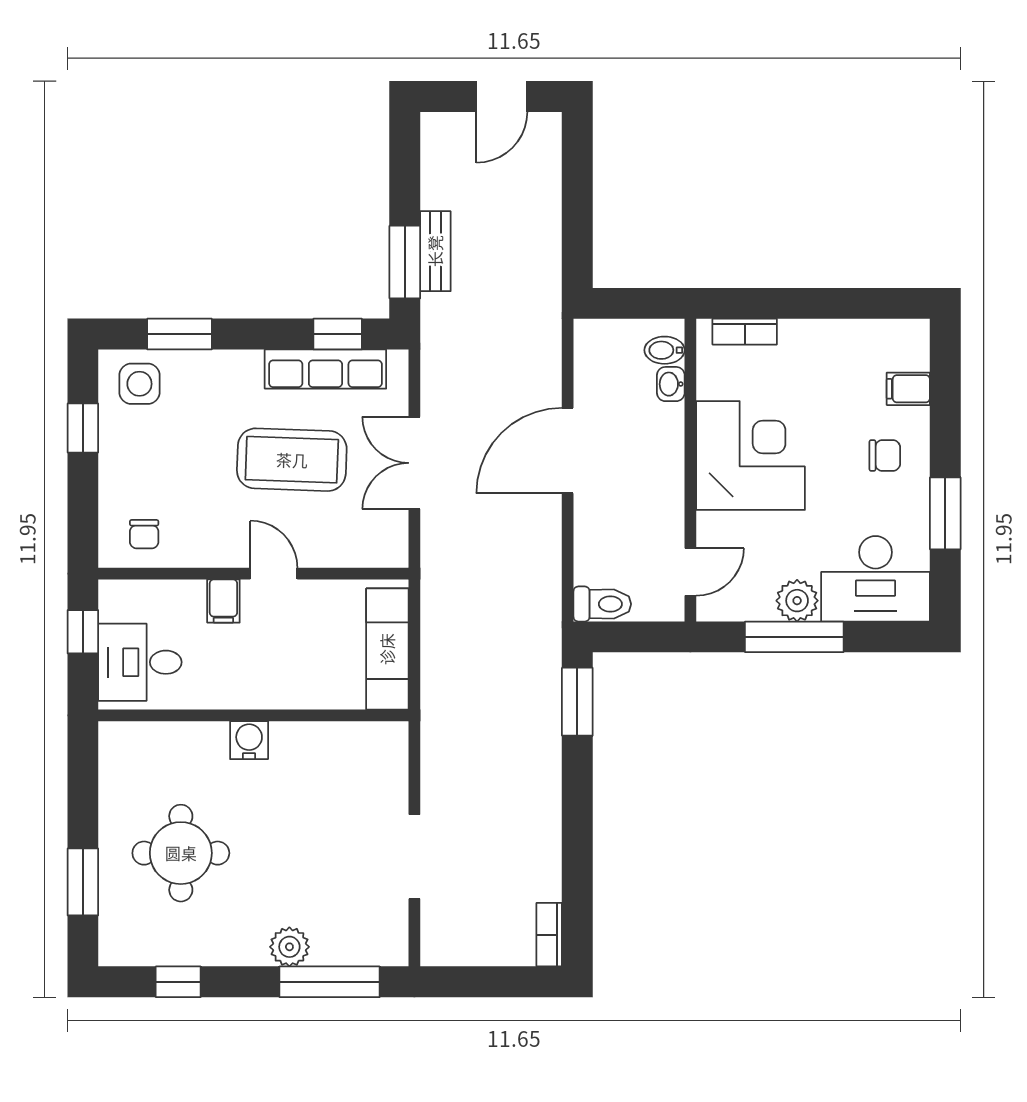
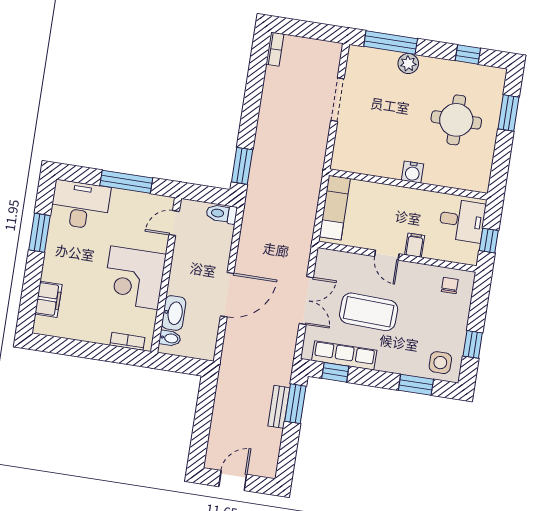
washbasin: (671, 384) -> (174, 313), width x1.91, depth x1.45
filing cabinet: (908, 389) -> (49, 299), width x2.00
chair: (885, 456) -> (66, 267), removed
plant: (797, 601) -> (122, 200), removed

